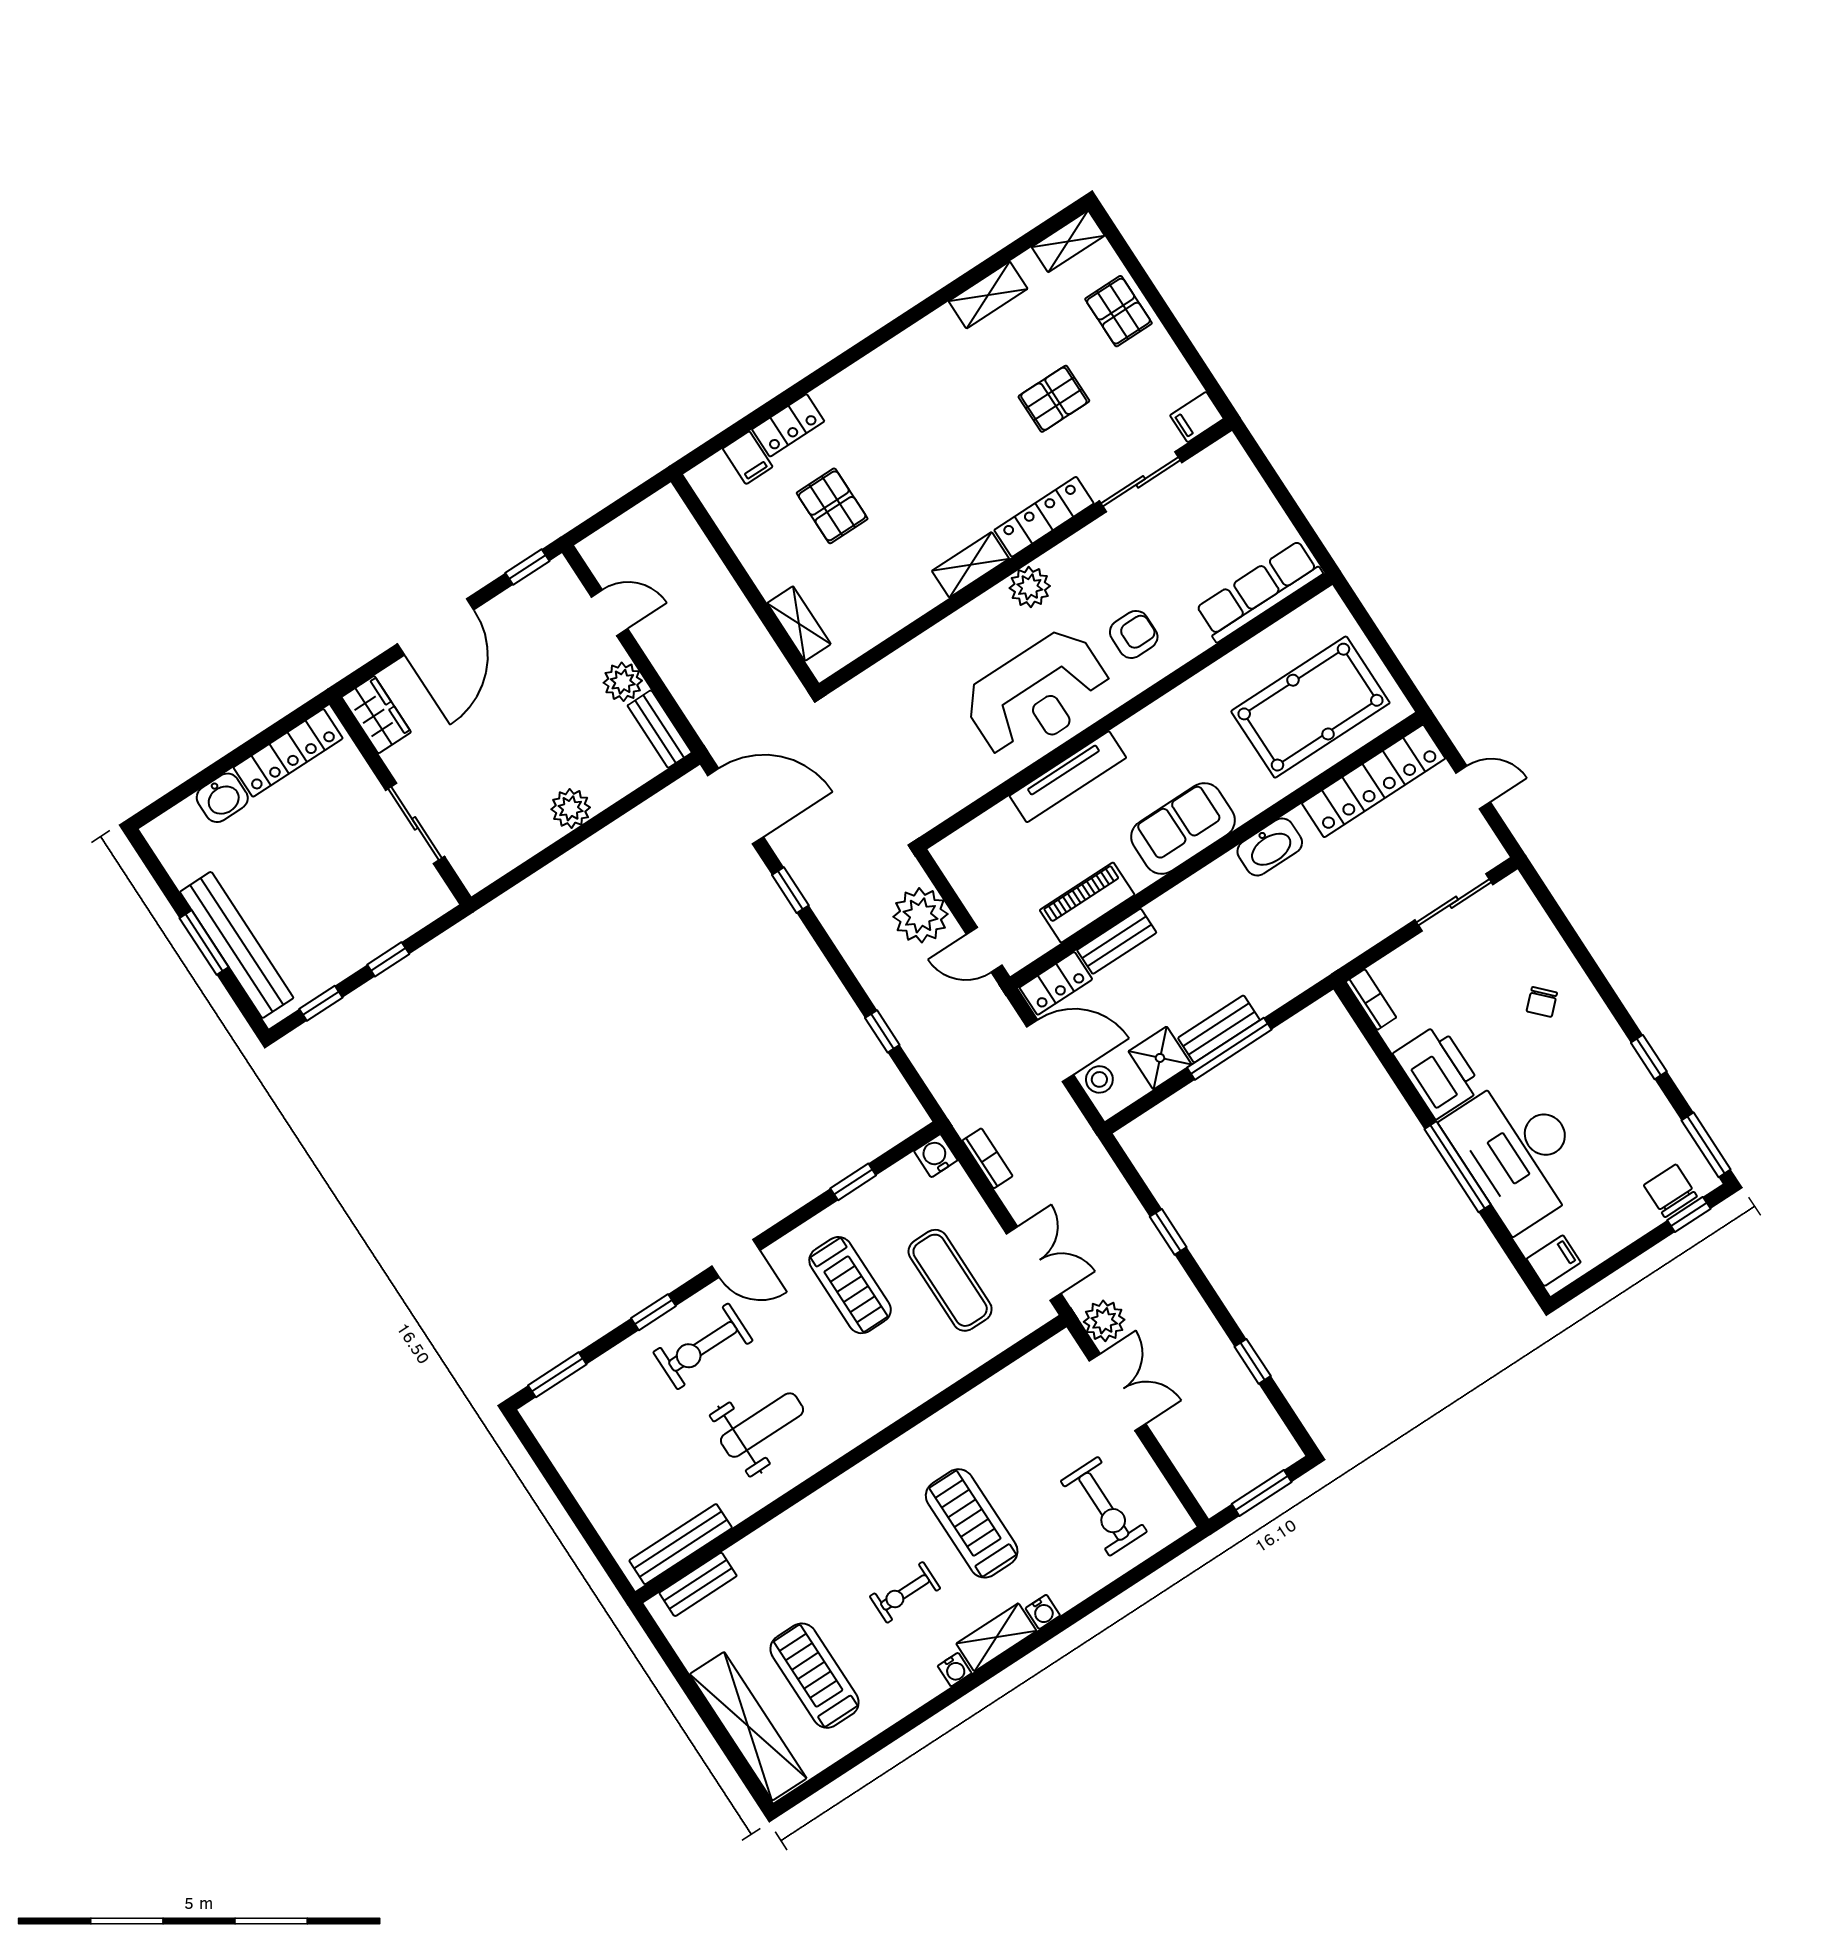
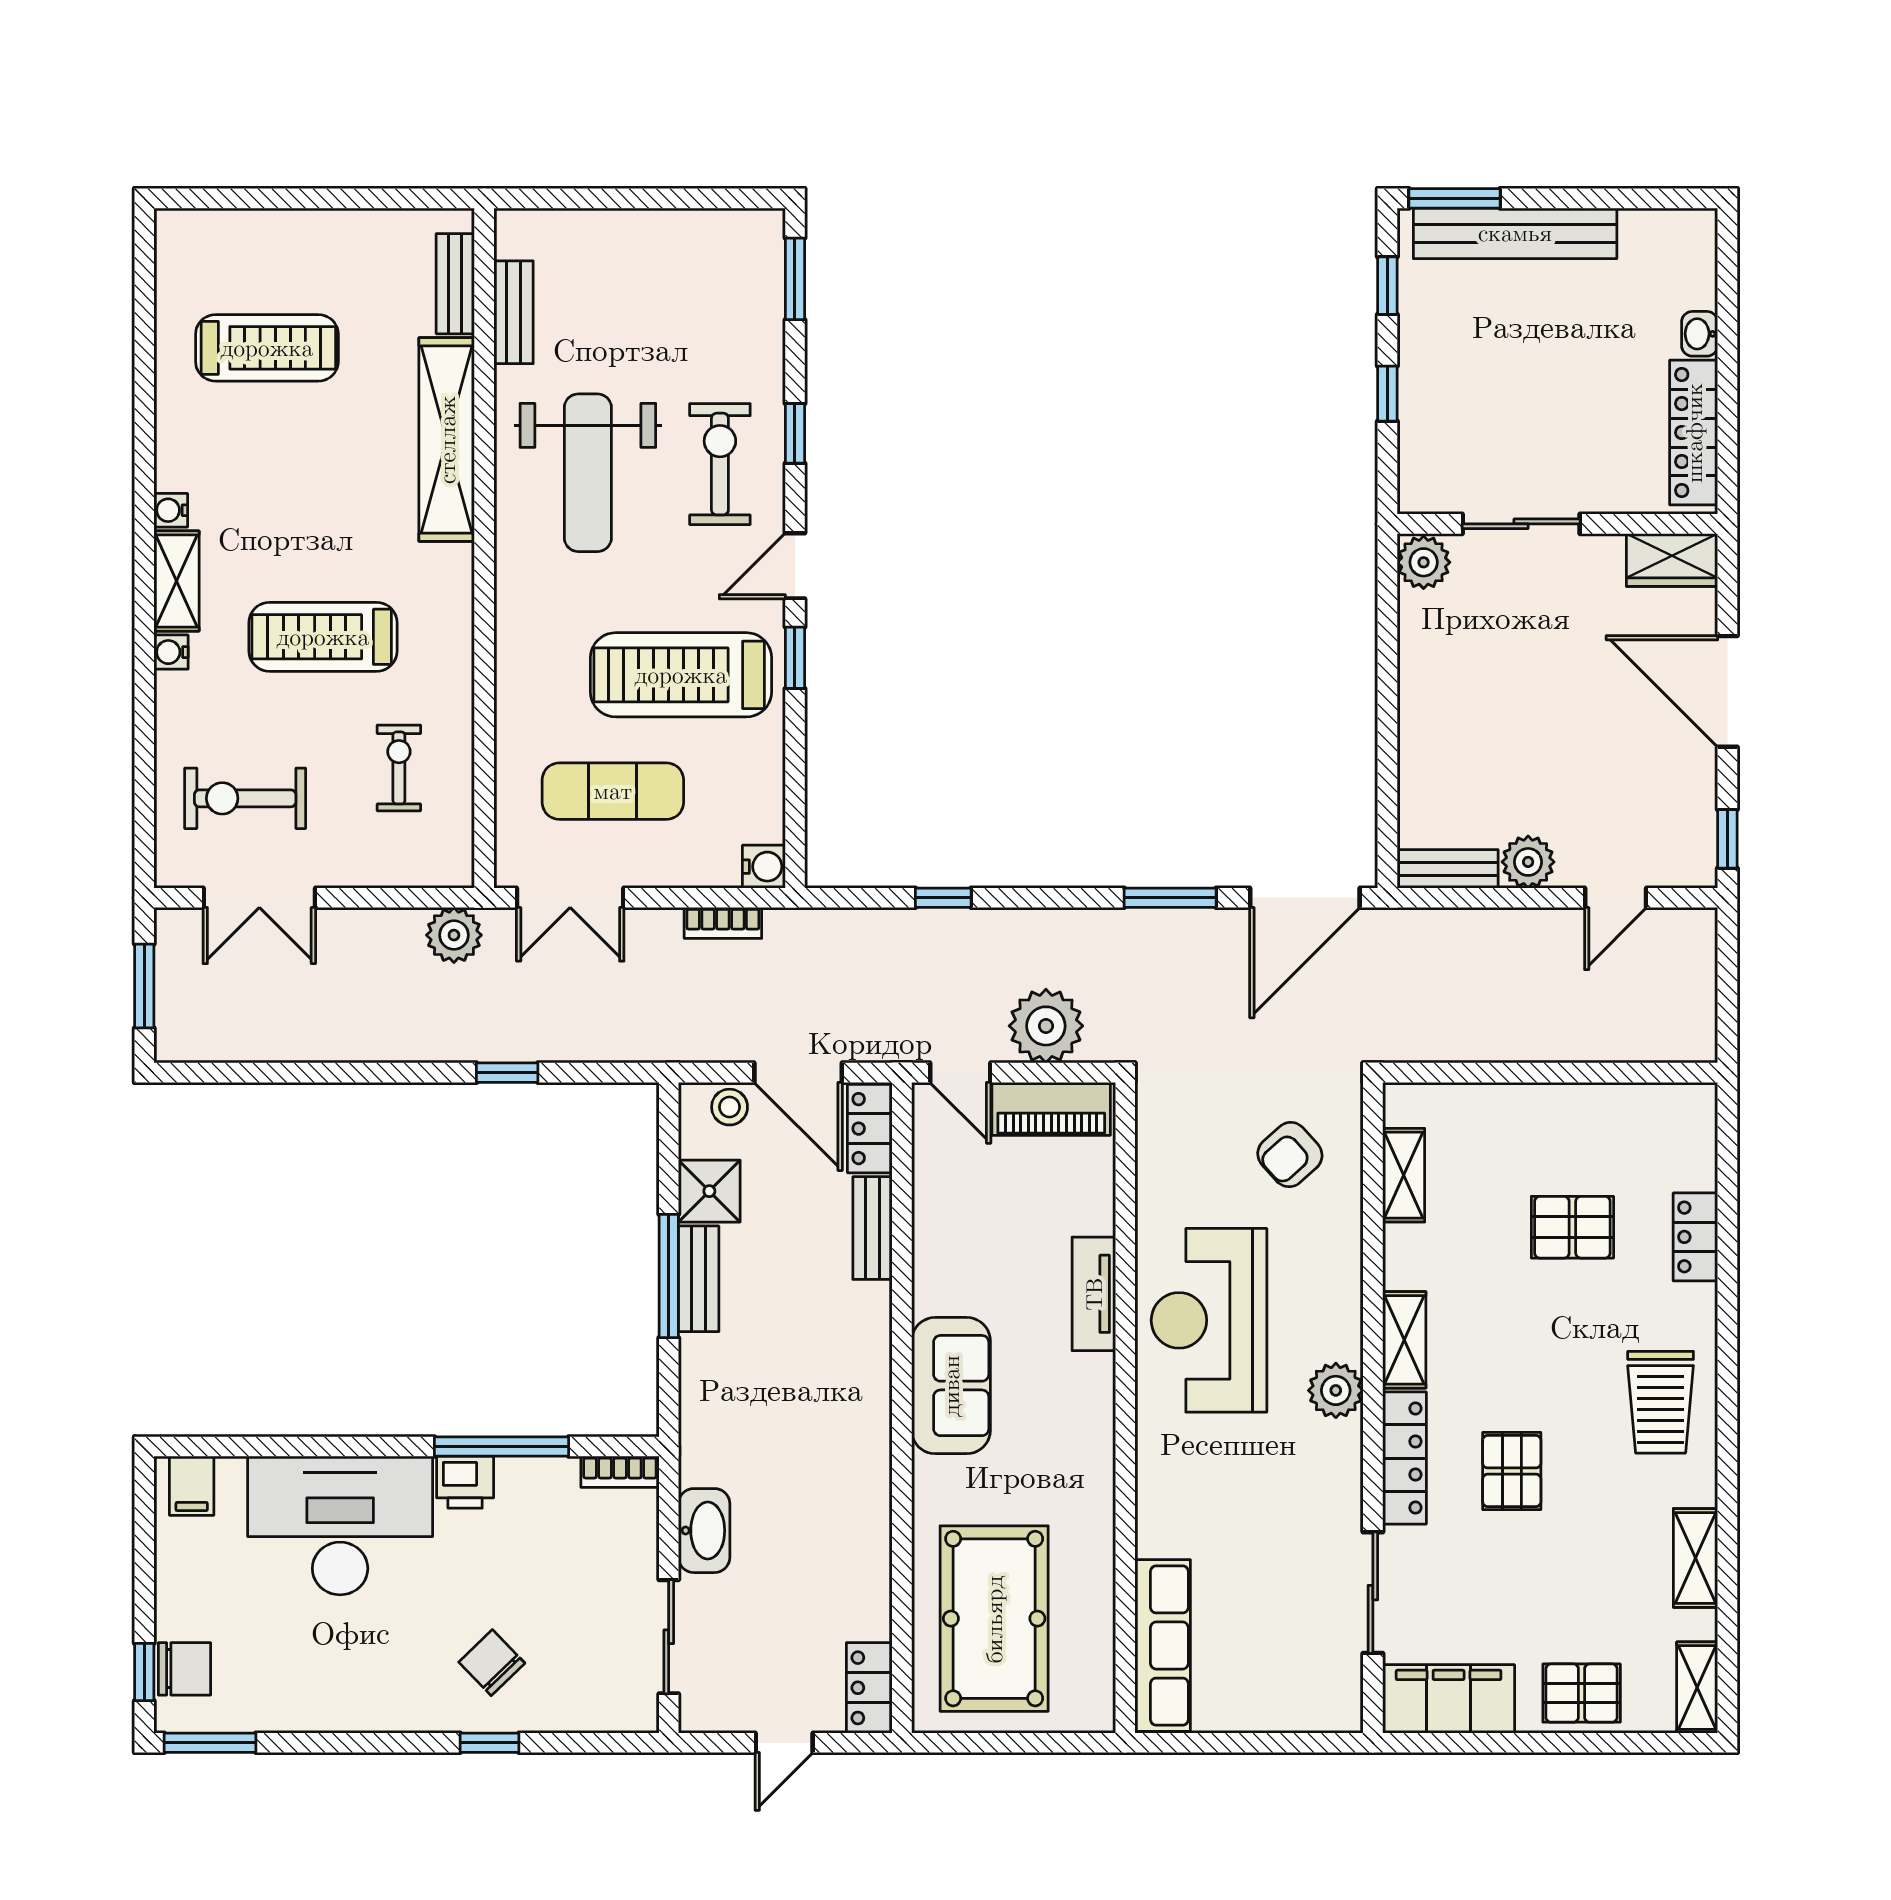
trolley: (905, 380) -> (1661, 1402), added
pallet: (1054, 399) -> (1512, 1471), moved
filing cabinet: (1197, 417) -> (1449, 1699), width x3.00, depth x1.17
filing cabinet: (748, 458) -> (1689, 1167), removed
shelving: (799, 624) -> (1404, 1175), moved, turned 90
armchair: (1134, 634) -> (1290, 1155), moved, turned 48
tv unit: (1068, 777) -> (1094, 1294), width x0.71
locker: (1374, 781) -> (869, 1688), width x0.46, depth x0.83
washbasin: (222, 798) -> (1700, 334), width x0.72, depth x0.69
plant: (571, 808) -> (1424, 562), moved
washbasin: (1270, 847) -> (704, 1531), moved, turned 180
window: (790, 890) -> (1170, 898), width x1.50
piano: (1087, 902) -> (1051, 1109), moved, turned 90
window: (204, 943) -> (1454, 198), moved
door: (984, 950) -> (960, 1073), swing flipped
chair: (1542, 1002) -> (492, 1663), width x1.37, depth x1.37
door: (1050, 1051) -> (798, 1073), hinge flipped
window: (1649, 1057) -> (489, 1743), moved
printer: (1438, 1071) -> (465, 1482), width x0.53, depth x0.68
window: (1458, 1167) -> (502, 1447), moved
window: (853, 1182) -> (795, 658), moved
treadmill: (850, 1285) -> (681, 675), width x1.37, depth x1.38
window: (1253, 1361) -> (299, 1073), removed
double door: (1118, 1392) -> (259, 898), moved
weight bench: (762, 1425) -> (588, 473), width x1.36, depth x1.33
treadmill: (972, 1523) -> (323, 637), turned 180
bench: (681, 1544) -> (514, 312), width x0.73
exercise bike: (905, 1592) -> (399, 768), moved
shelving: (748, 1726) -> (447, 440), moved, turned 90

